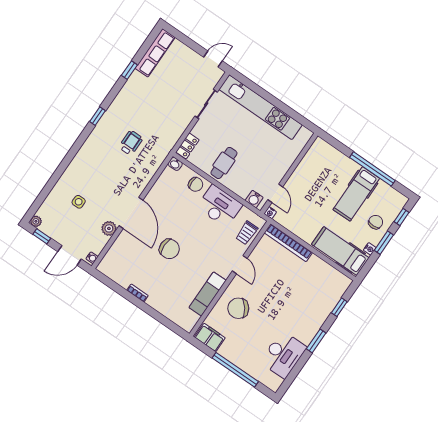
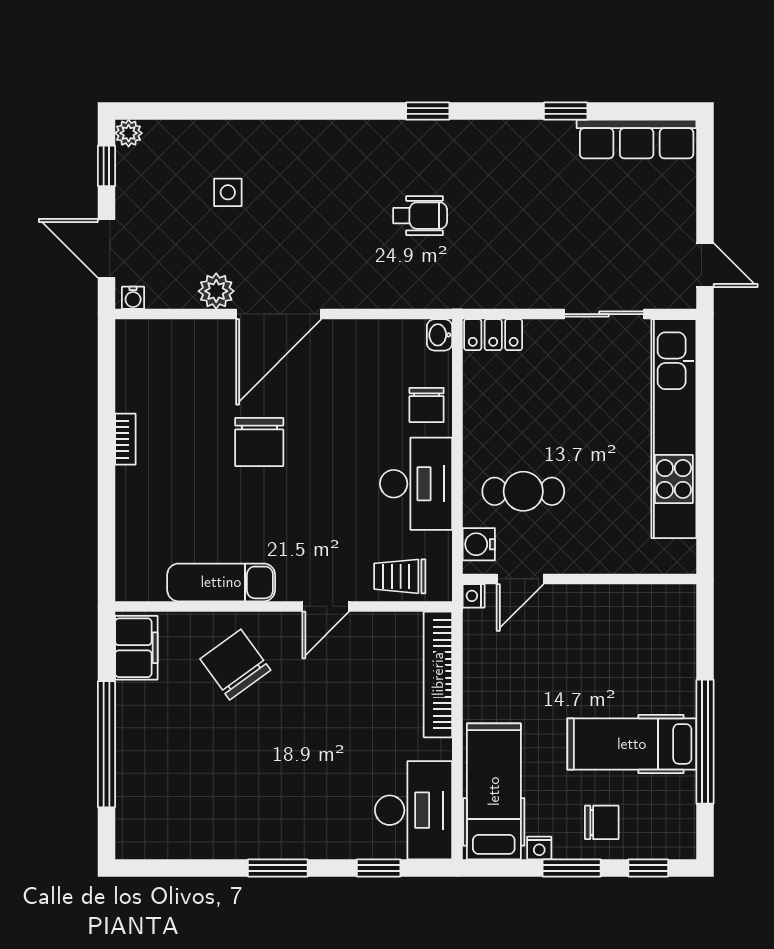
cafe table: (224, 163) -> (523, 491), moved
desk: (283, 355) -> (414, 810), moved, turned -90

